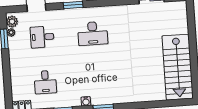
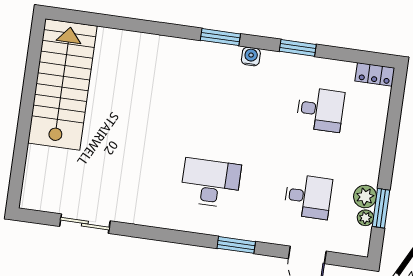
plant: (12, 22) -> (365, 197), moved
desk: (45, 82) -> (320, 110), turned 90

